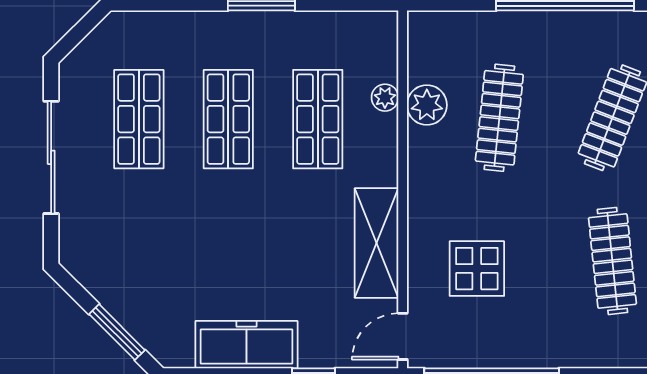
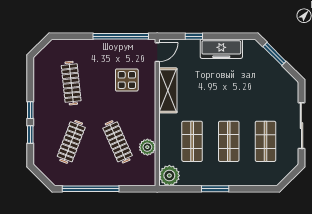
plant: (385, 98) -> (169, 176), moved, width x1.87, depth x1.87
clothes rail: (499, 118) -> (118, 142), turned -30

